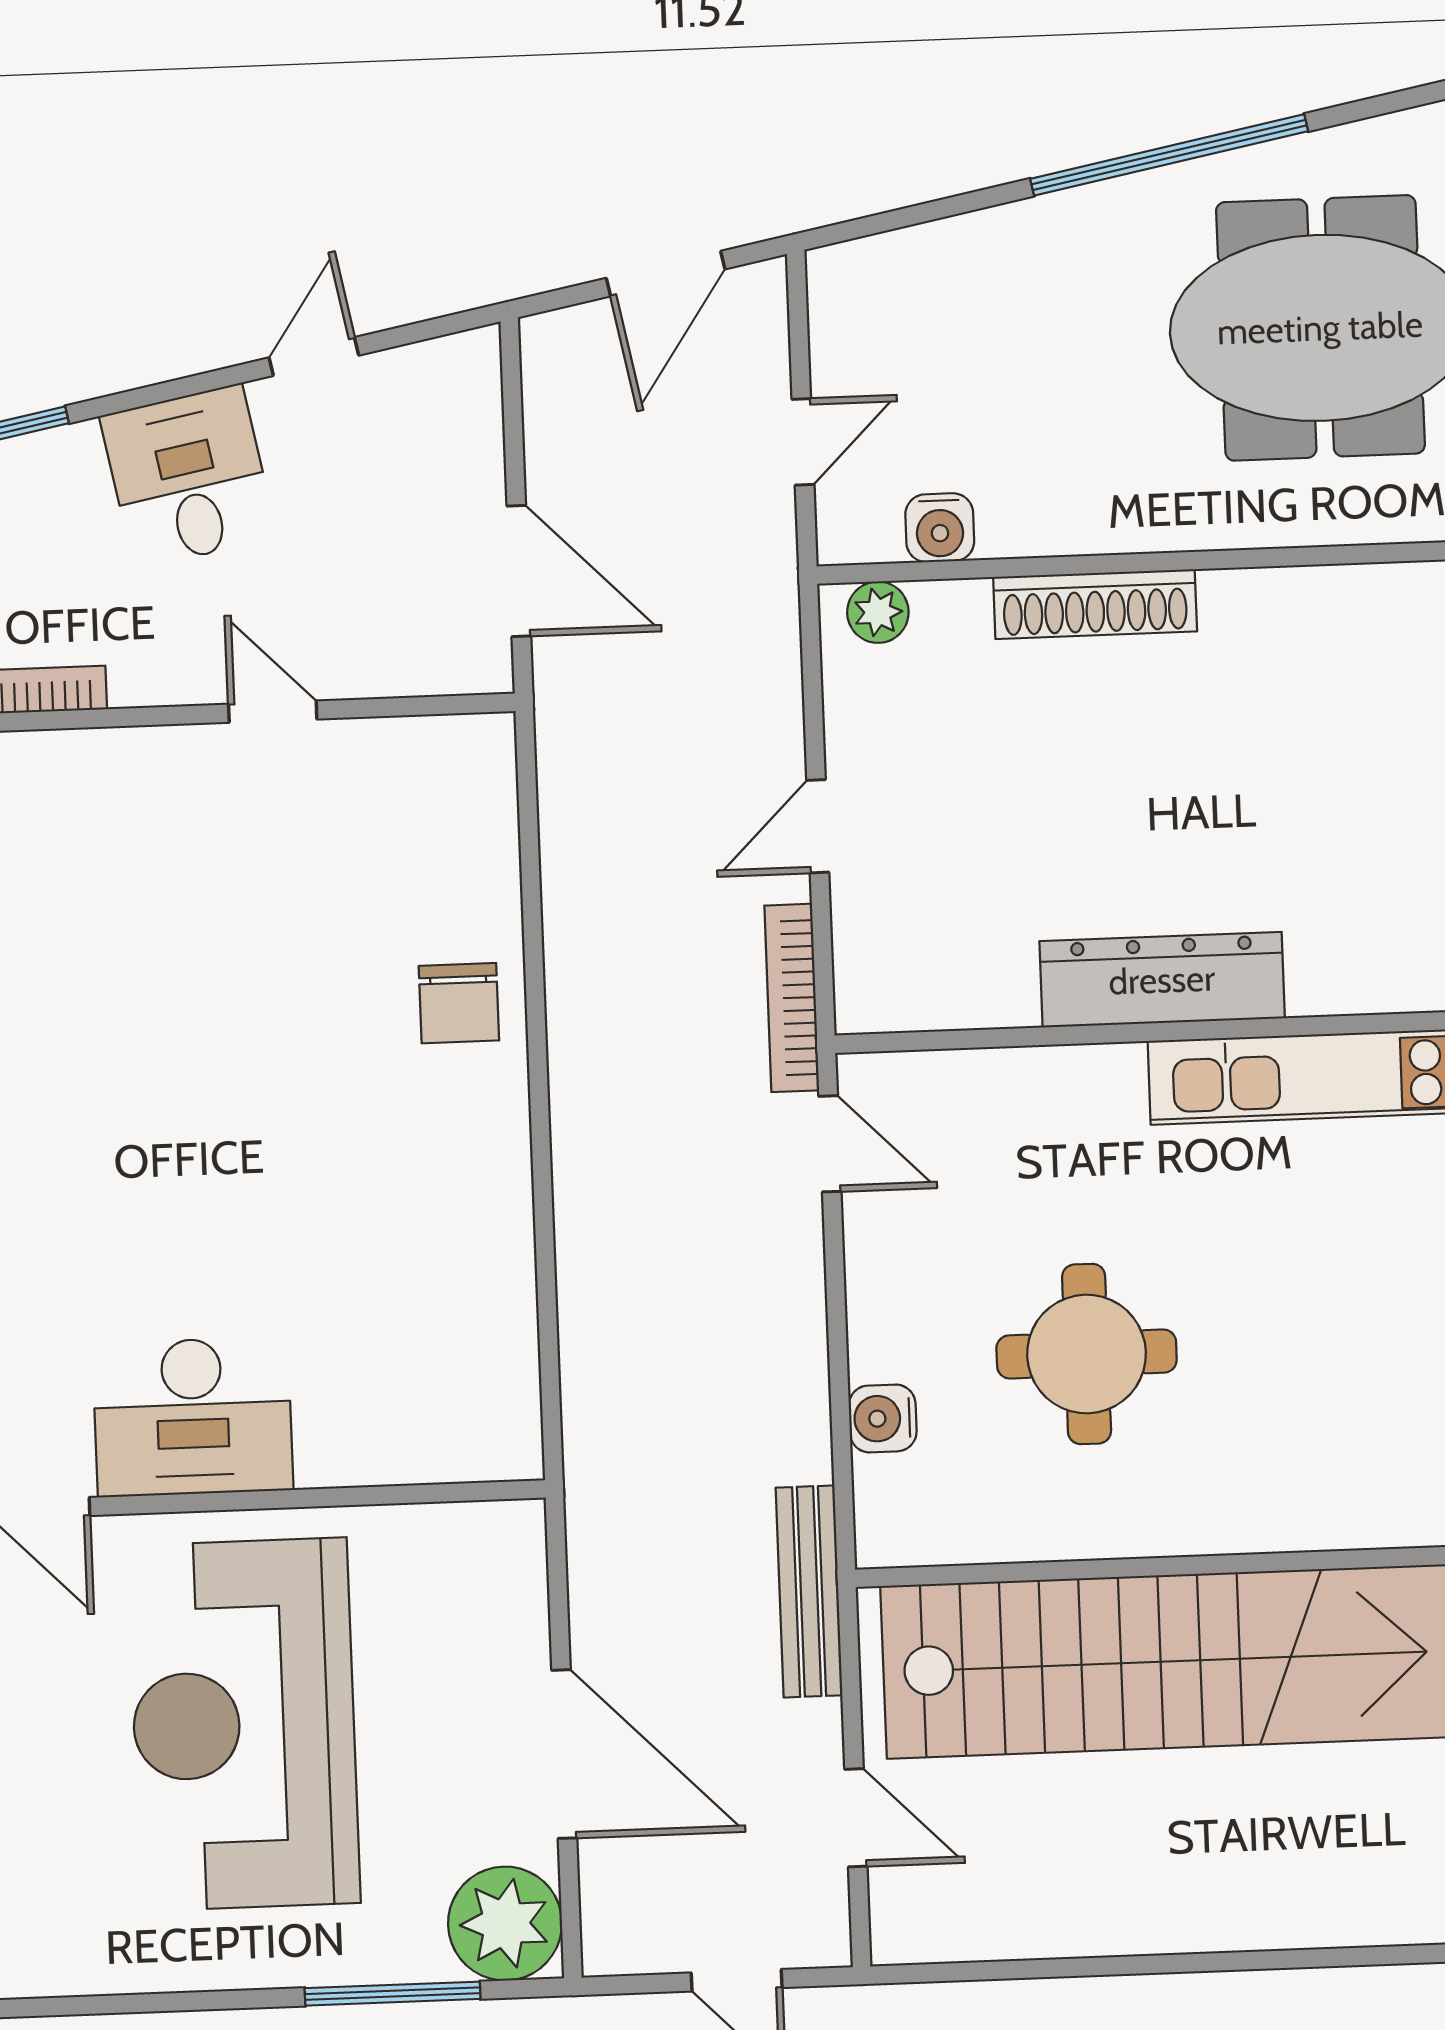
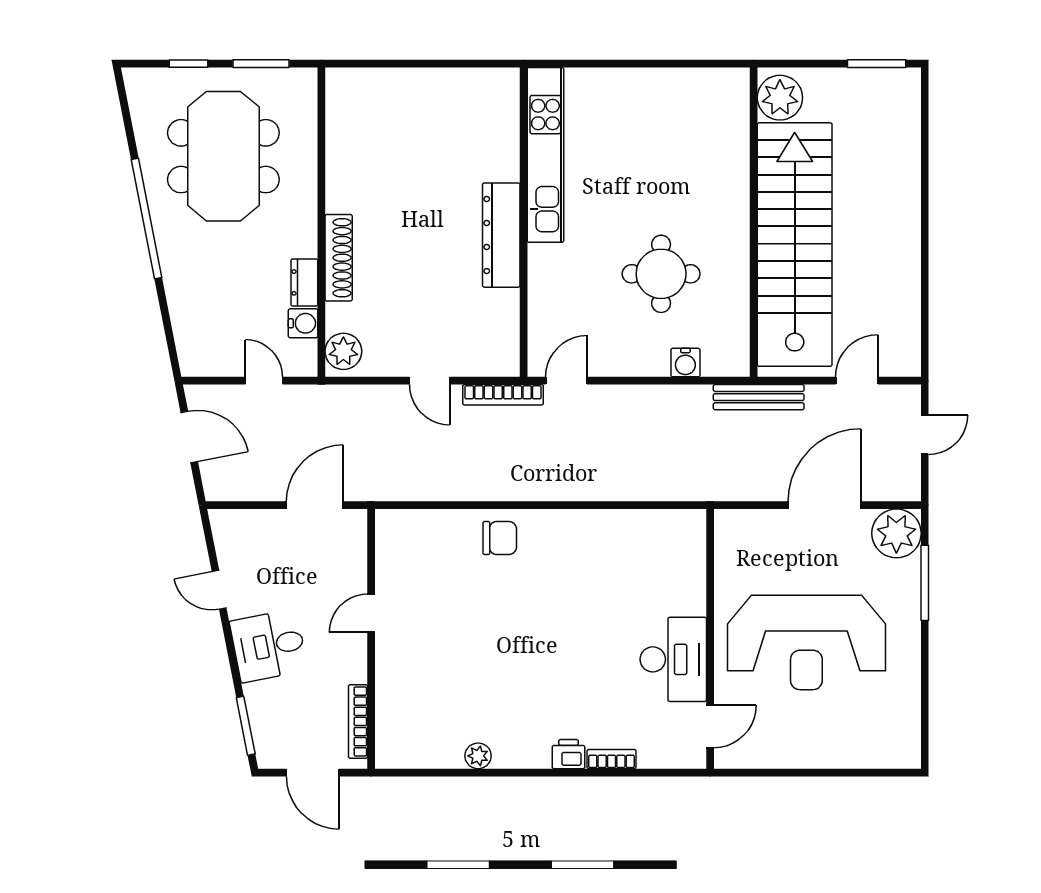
dresser: (1035, 527) -> (304, 282), added
plant: (878, 612) -> (343, 351), width x1.38, depth x1.38

